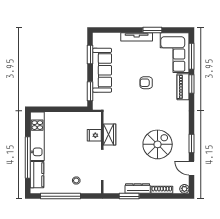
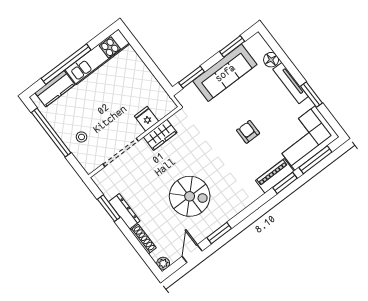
floor lamp: (115, 38) -> (271, 60), added

